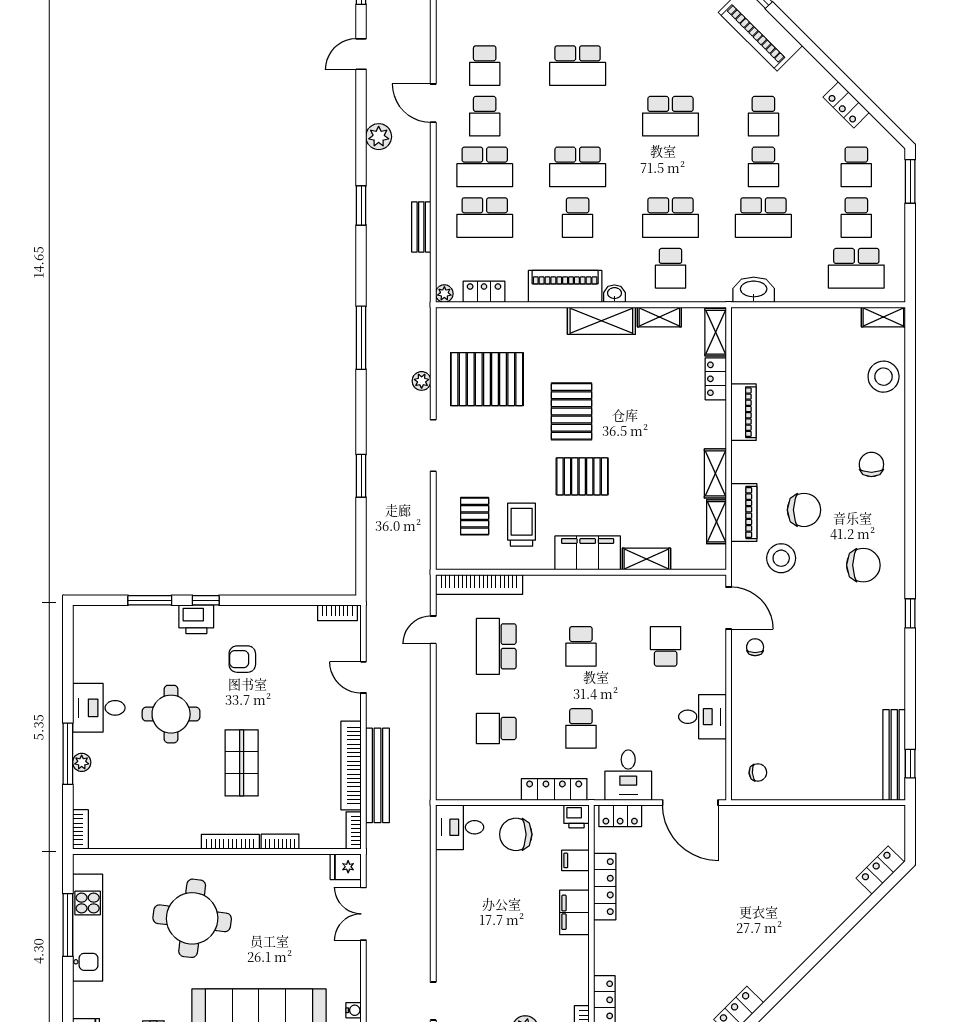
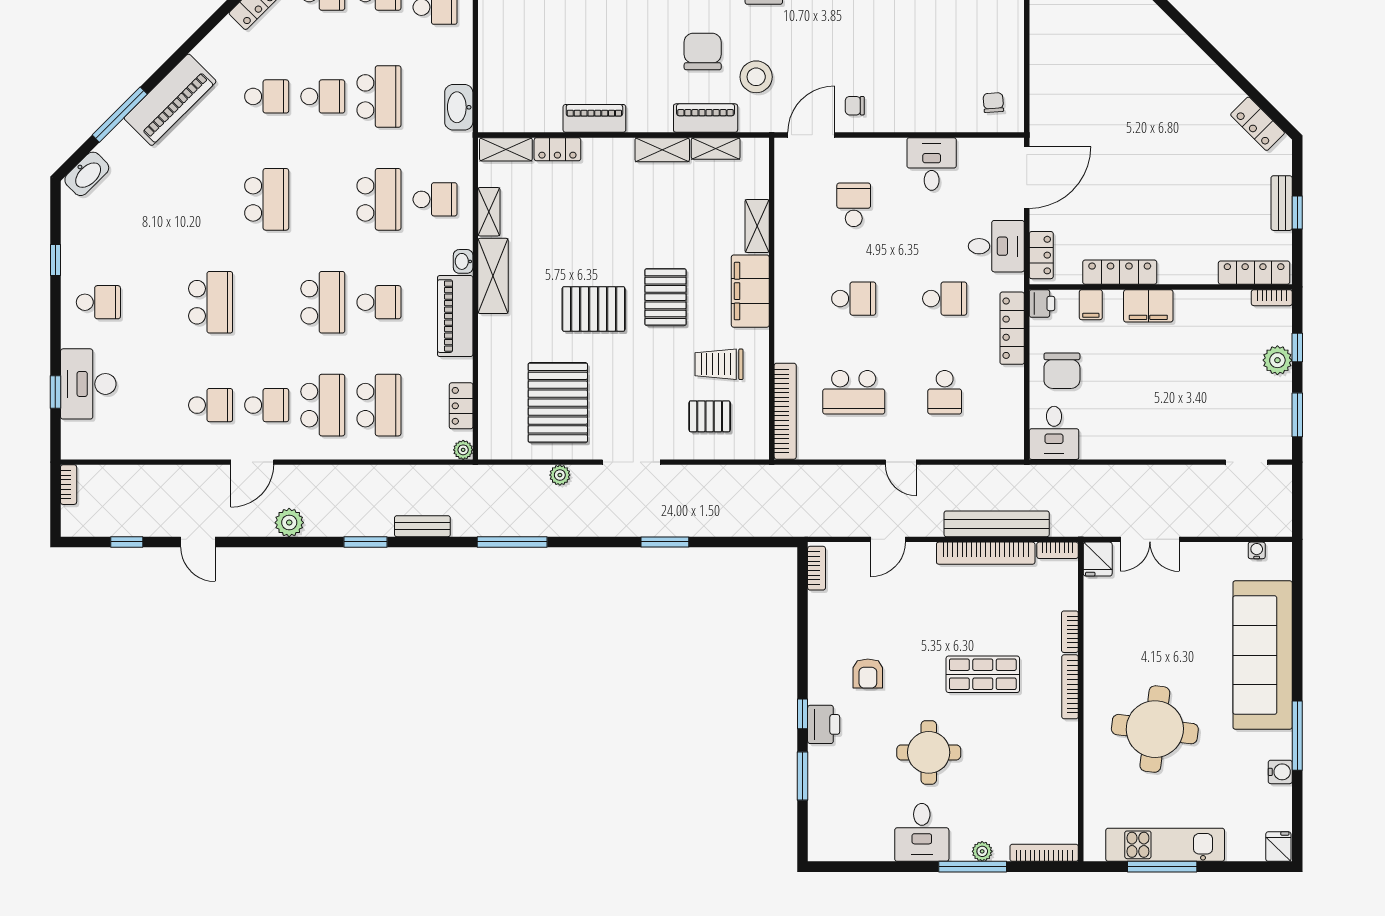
bench: (421, 227) -> (422, 526), moved
door: (433, 630) -> (901, 462), moved
school desk: (666, 646) -> (854, 205), turned 90
bookcase: (80, 829) -> (1044, 853), width x1.56

